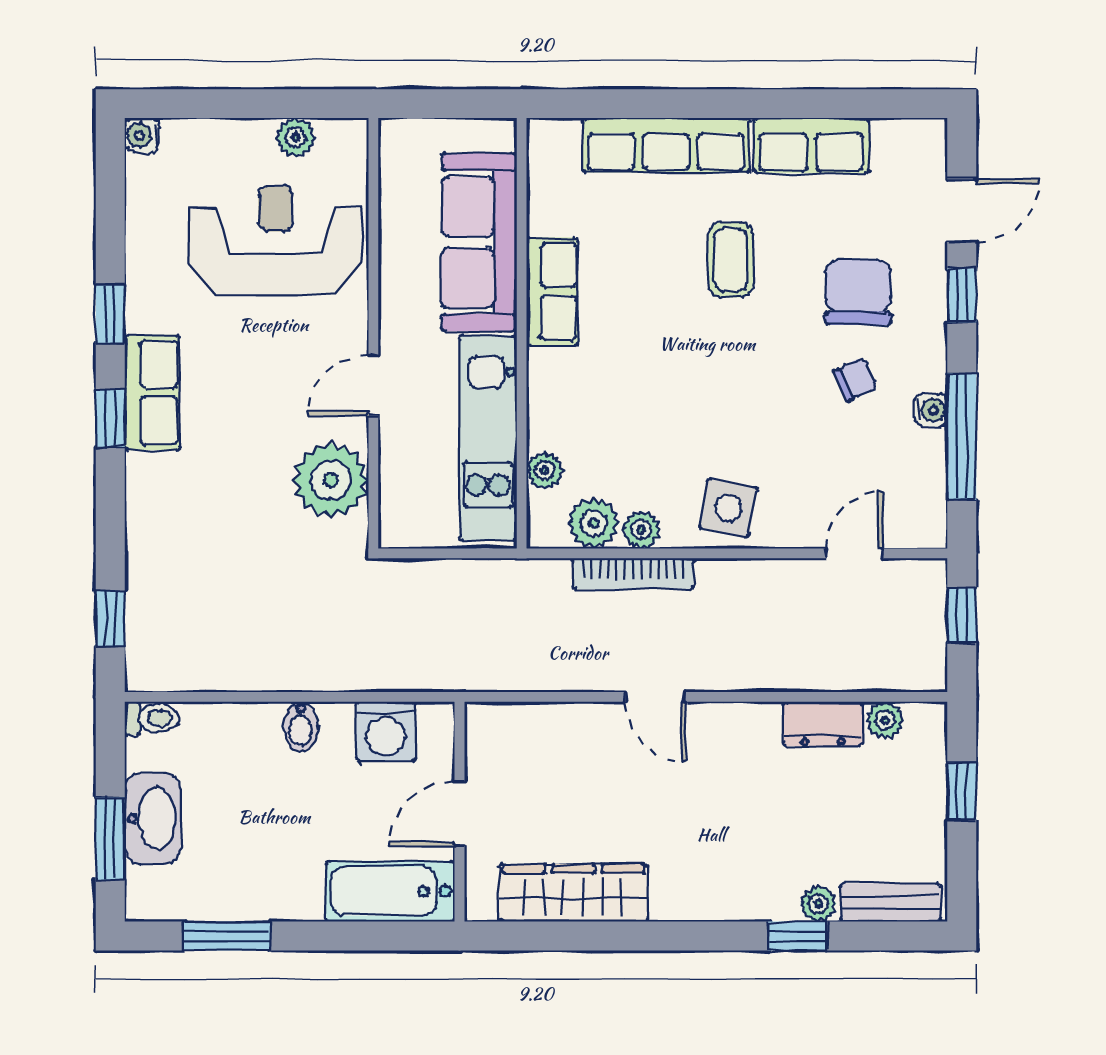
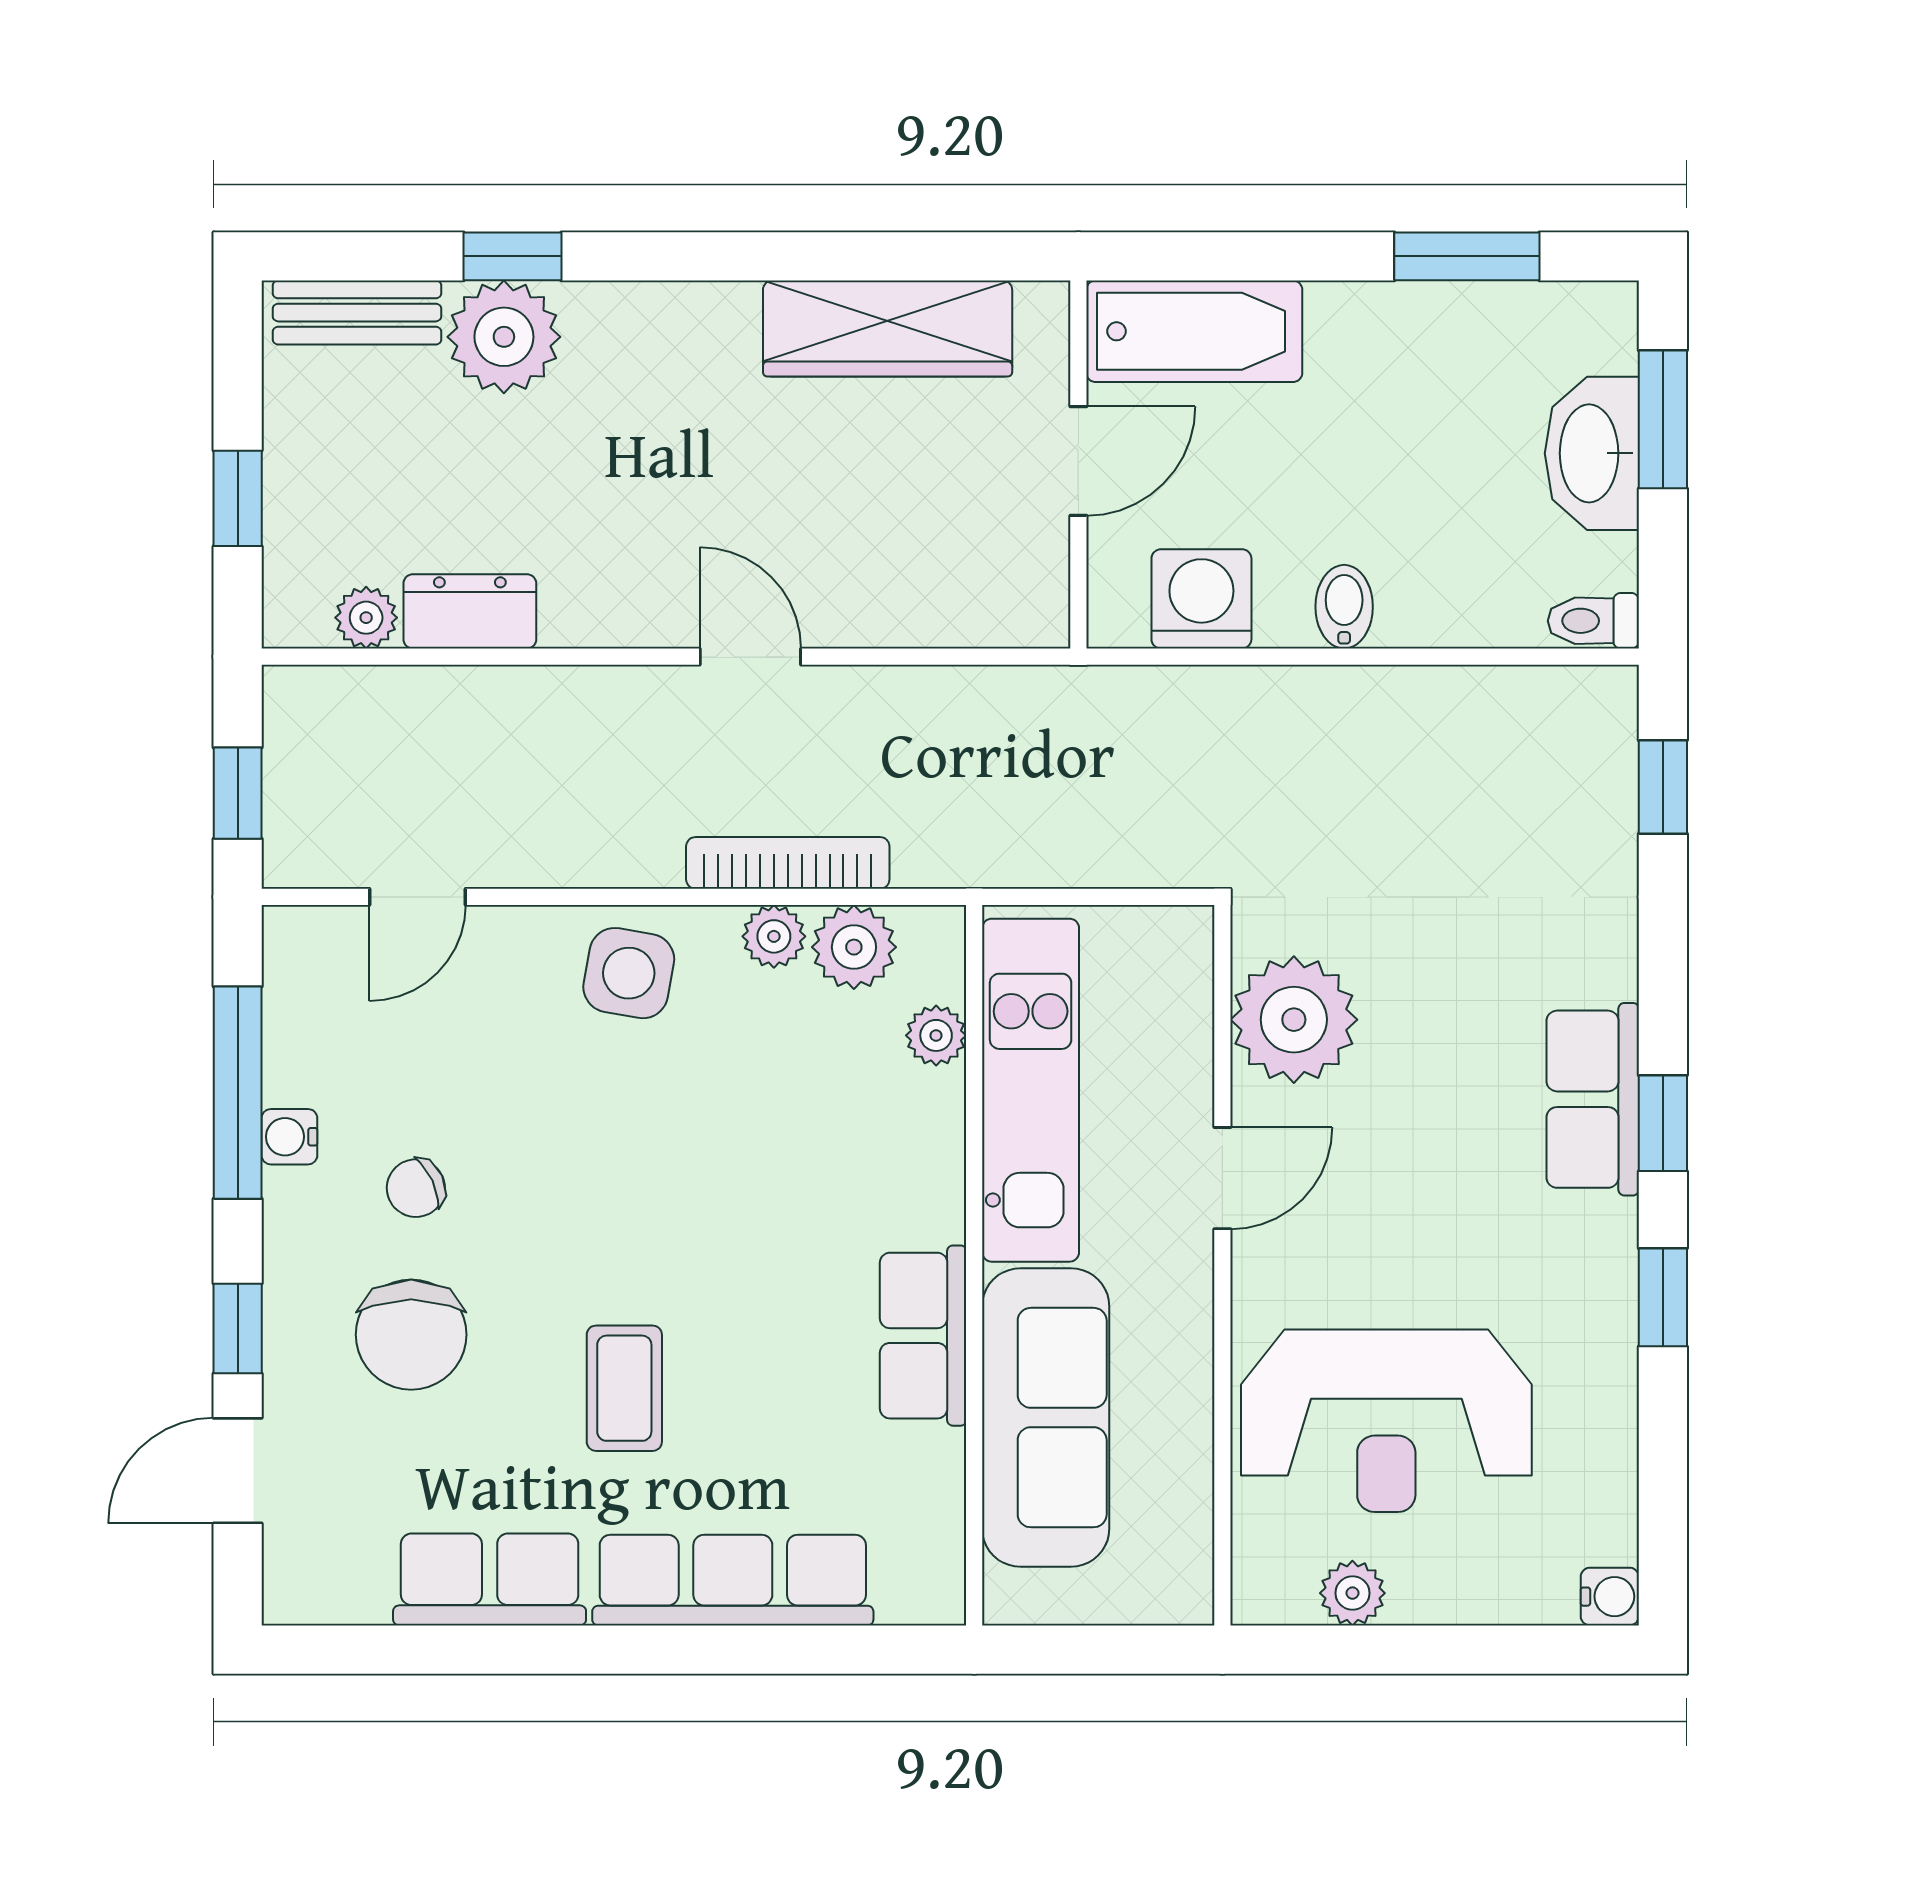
row of seats: (152, 393) -> (1593, 1099), moved
plant: (818, 904) -> (504, 337), width x1.88, depth x1.88

